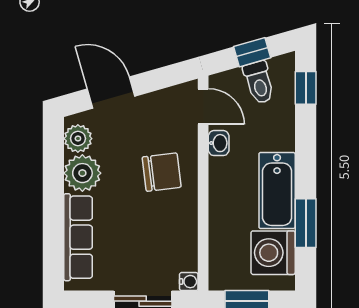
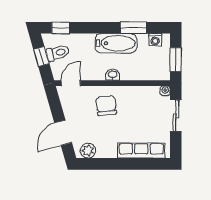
washbasin: (219, 143) -> (113, 75), moved
plant: (82, 173) -> (107, 148), removed
washing machine: (273, 253) -> (155, 40), width x0.53, depth x0.53

